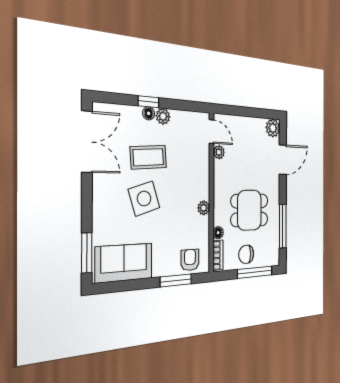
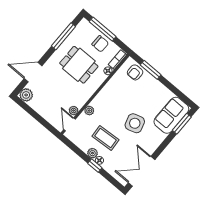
coffee table: (148, 157) -> (105, 138), moved
plant: (204, 208) -> (89, 111), moved
sofa: (124, 263) -> (171, 115), moved, turned 90

